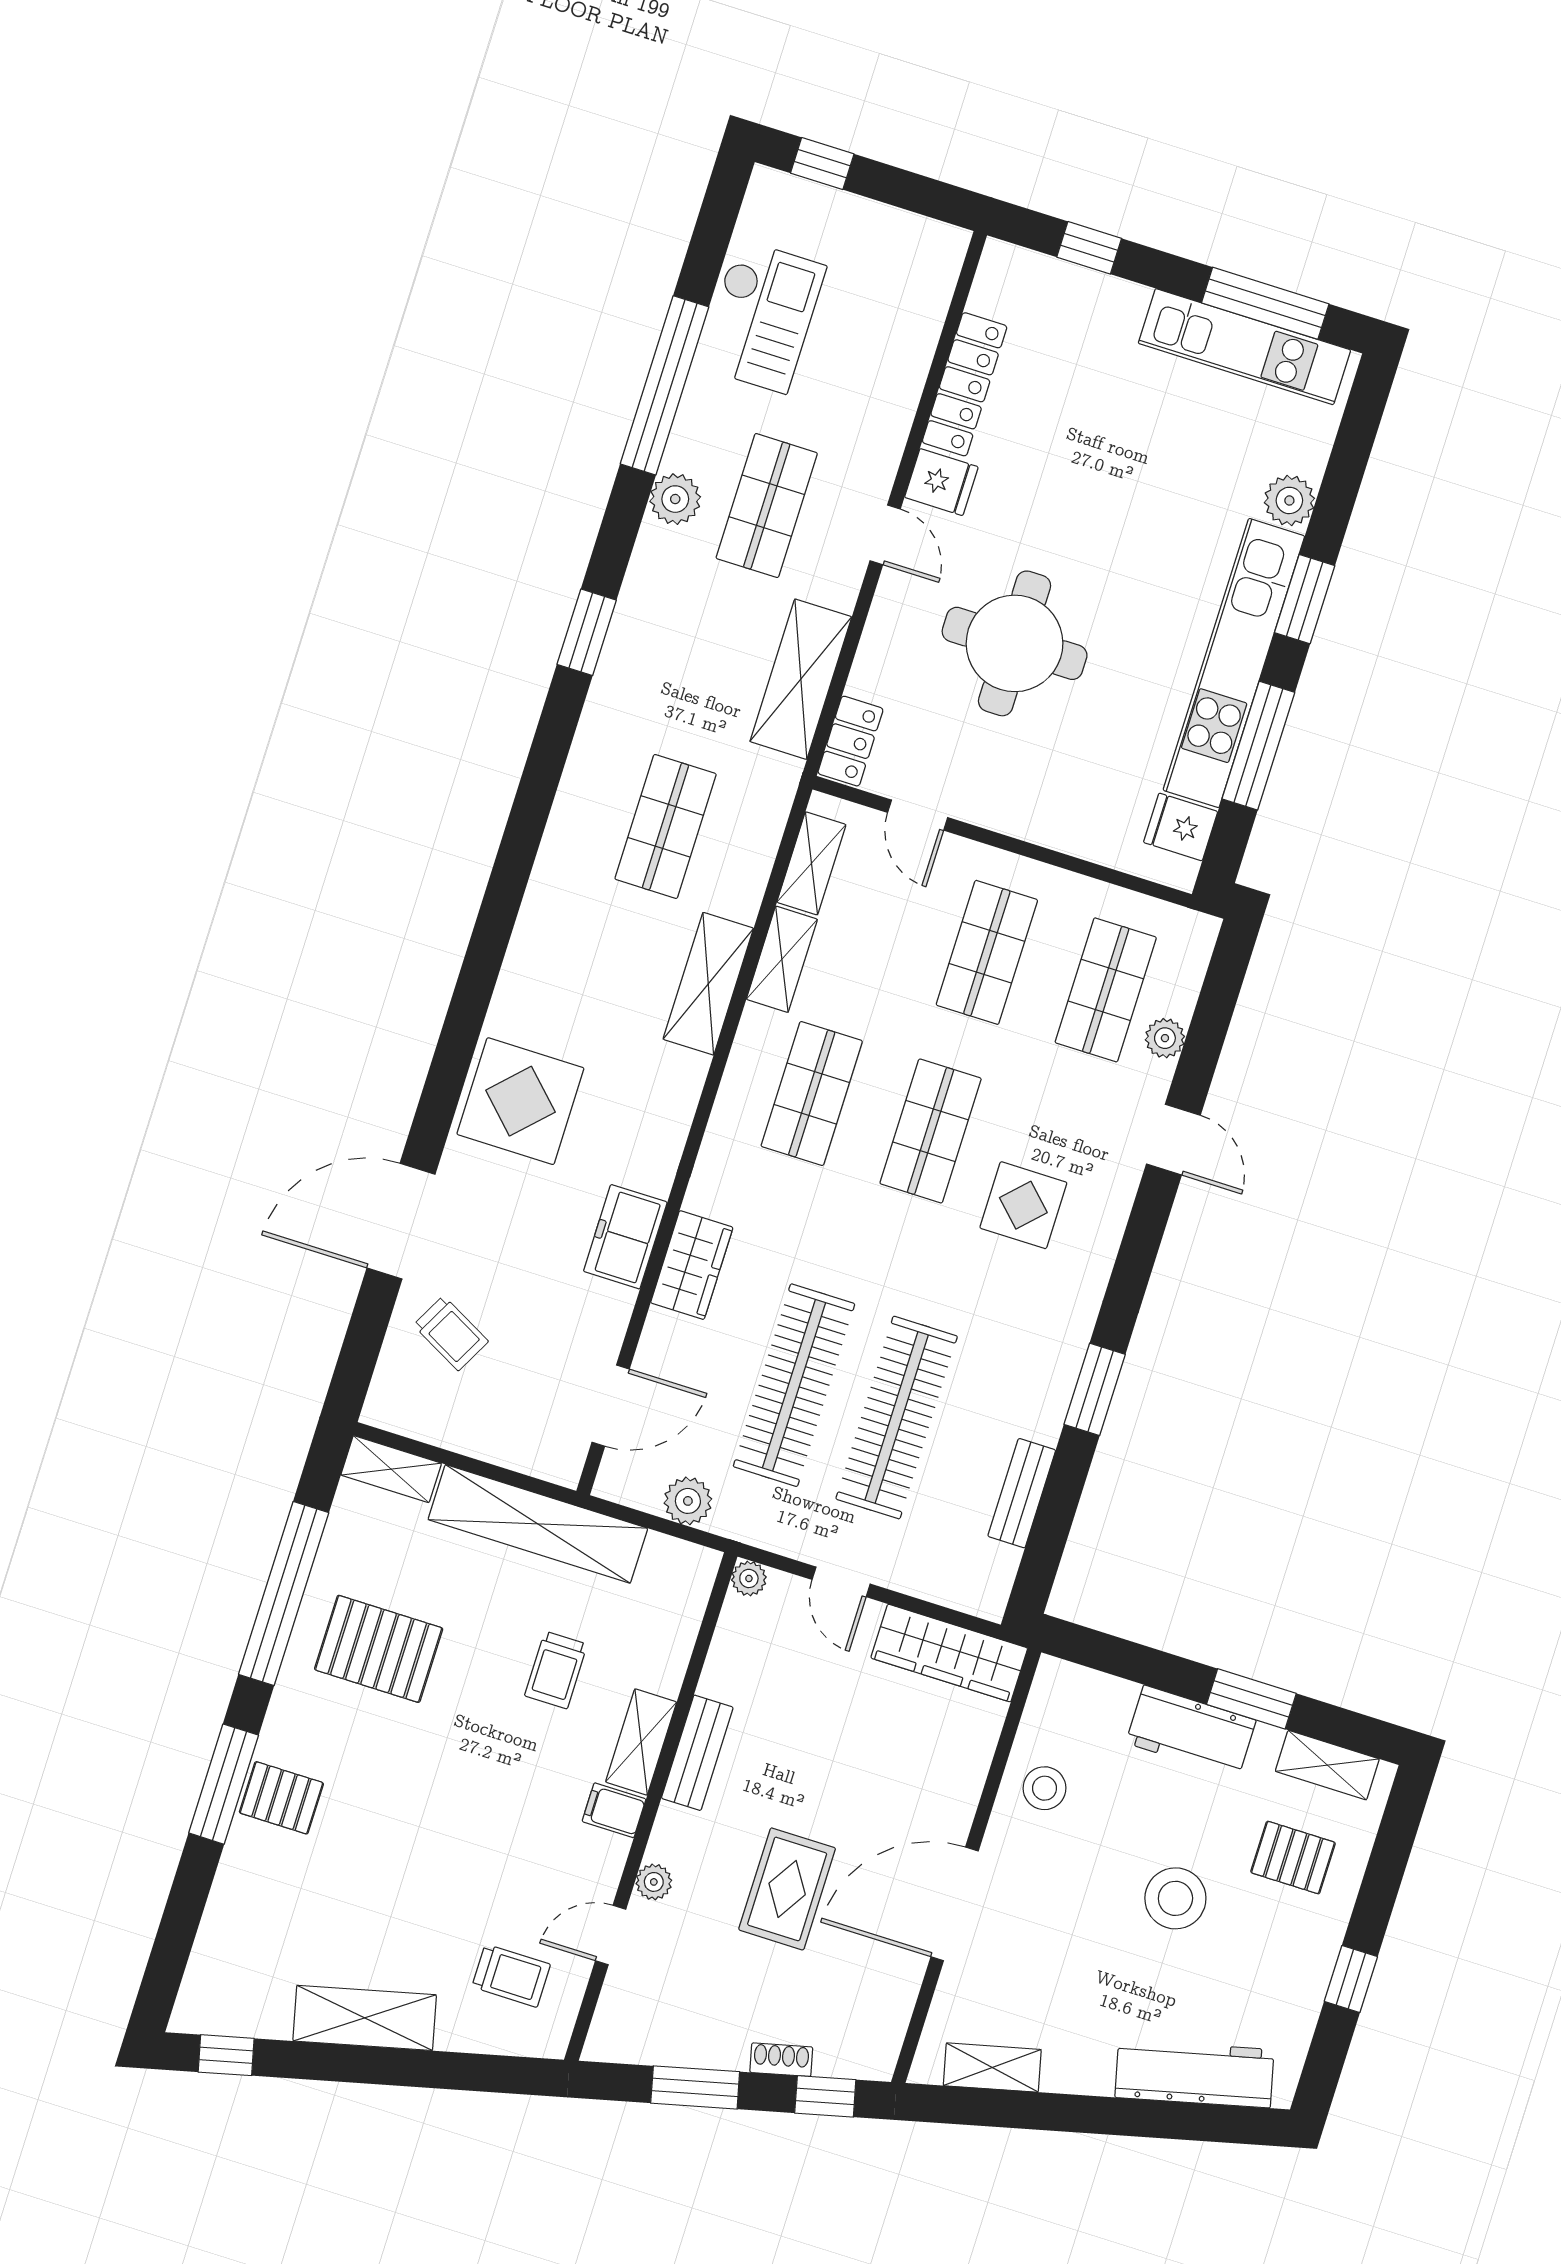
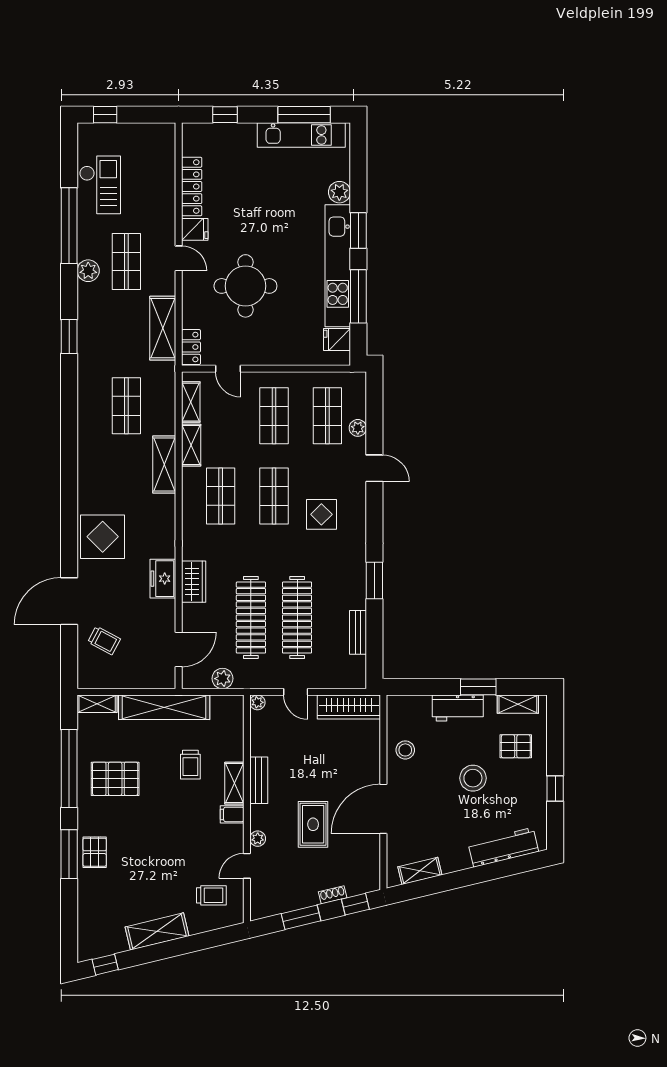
pallet: (281, 1798) -> (95, 852), turned 90

